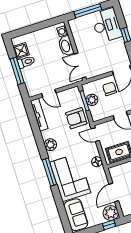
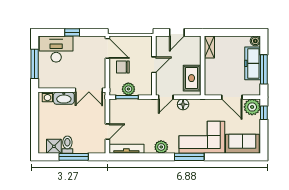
armchair: (76, 118) -> (142, 111), removed
floor lamp: (97, 162) -> (183, 104), moved

